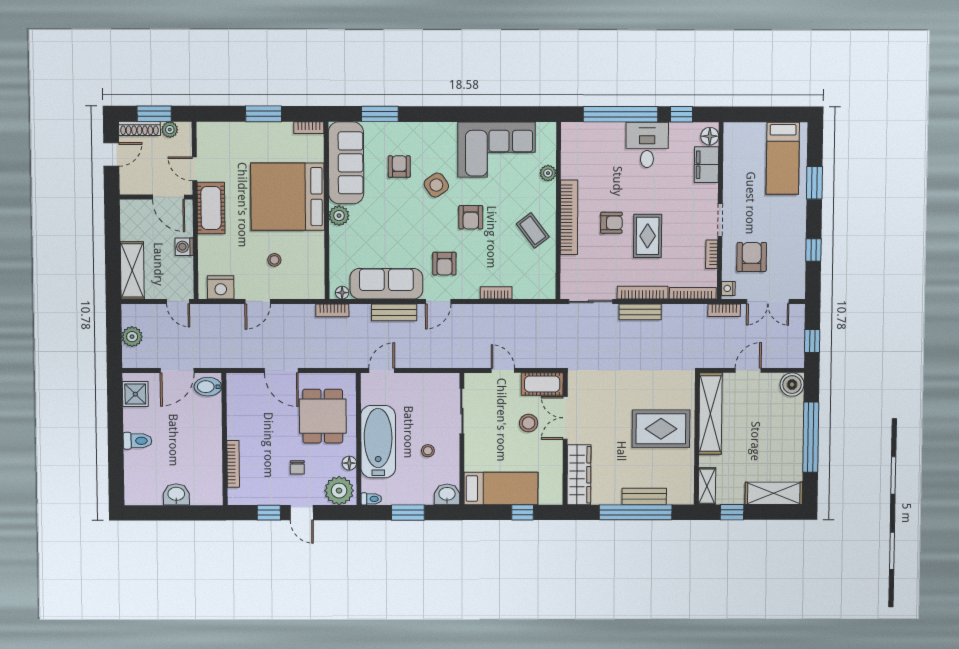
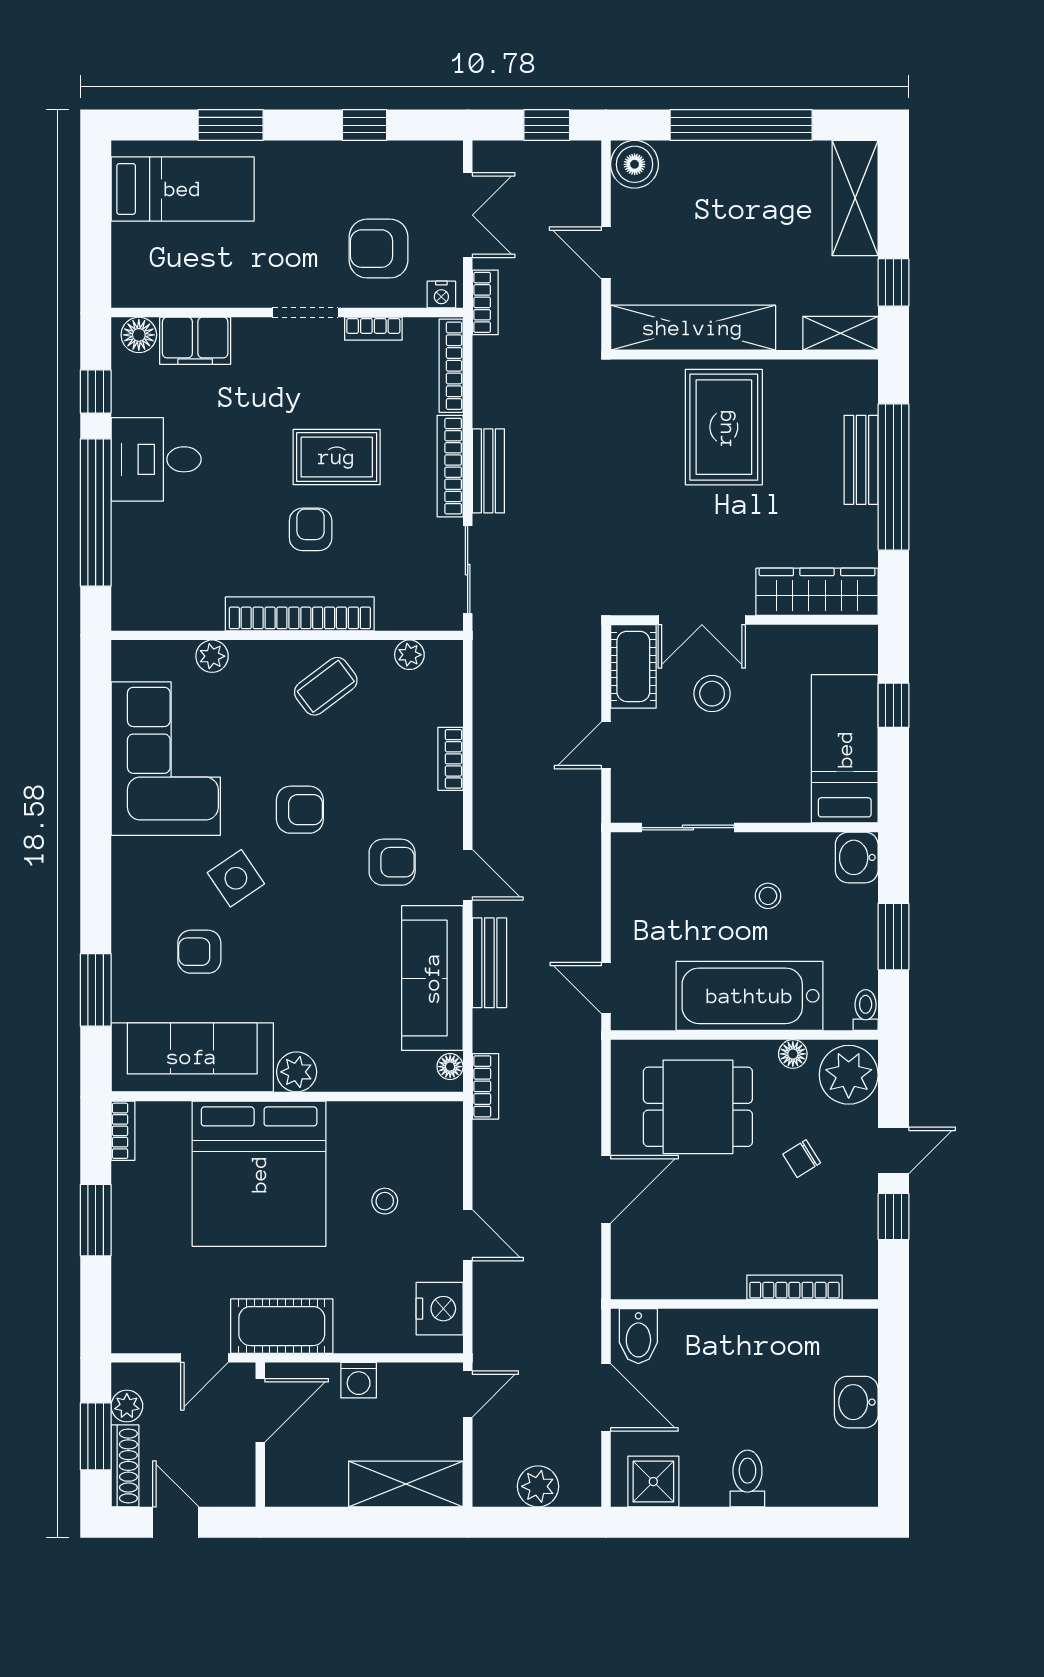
plant: (548, 272) -> (409, 655), added
chair: (297, 467) -> (802, 1159), turned 148

